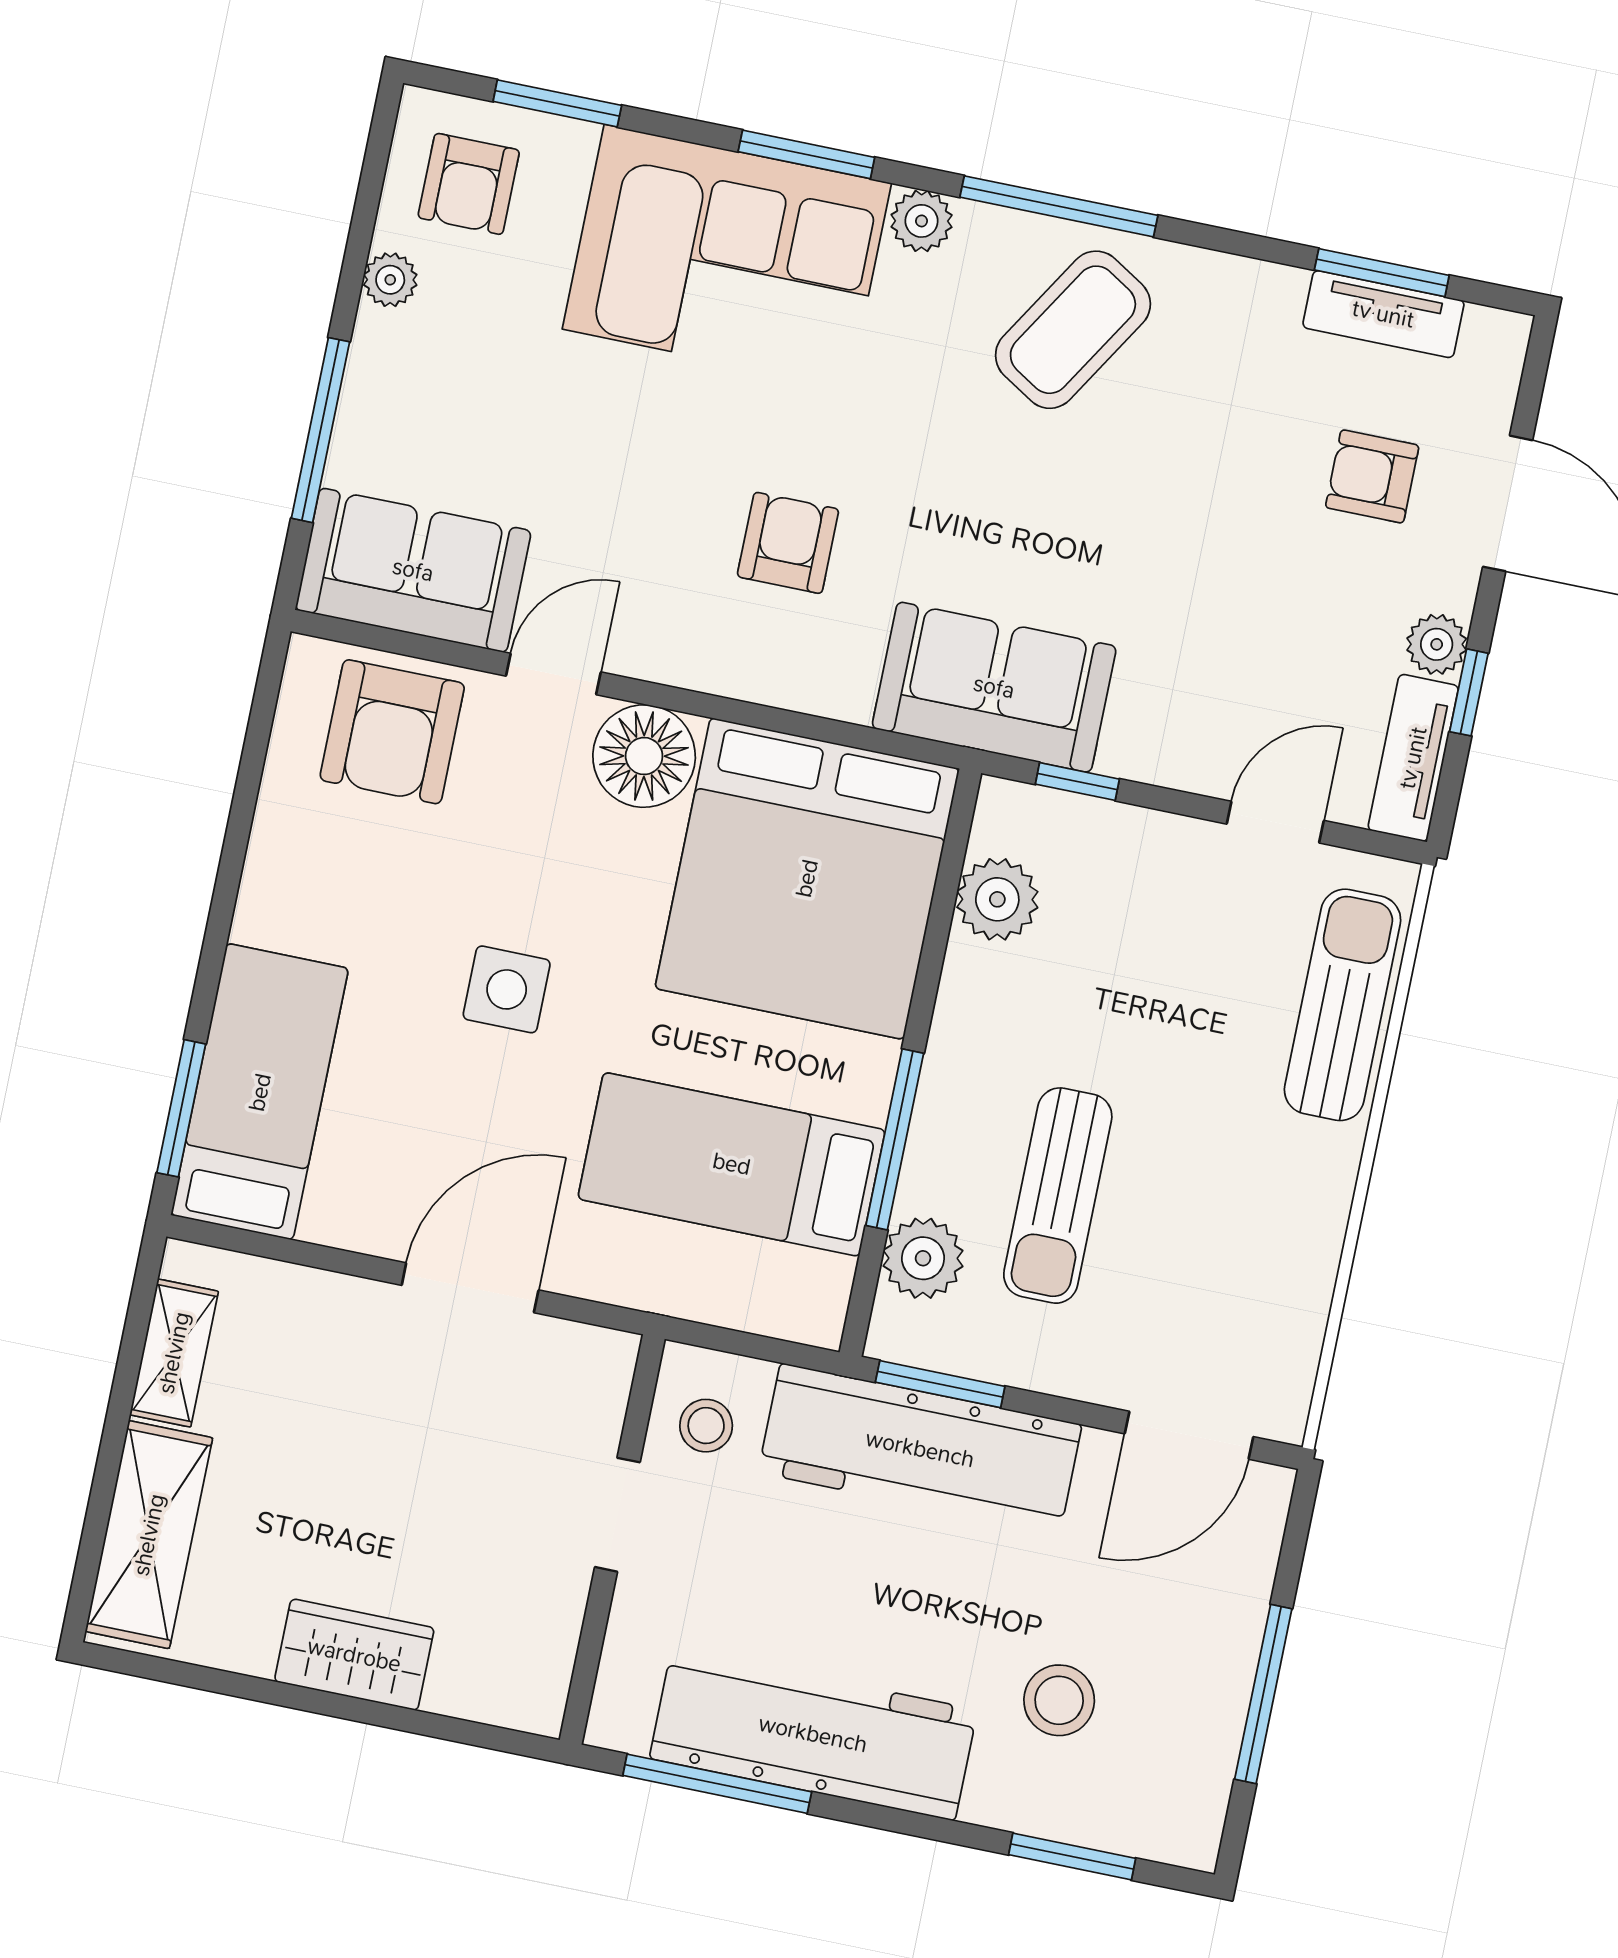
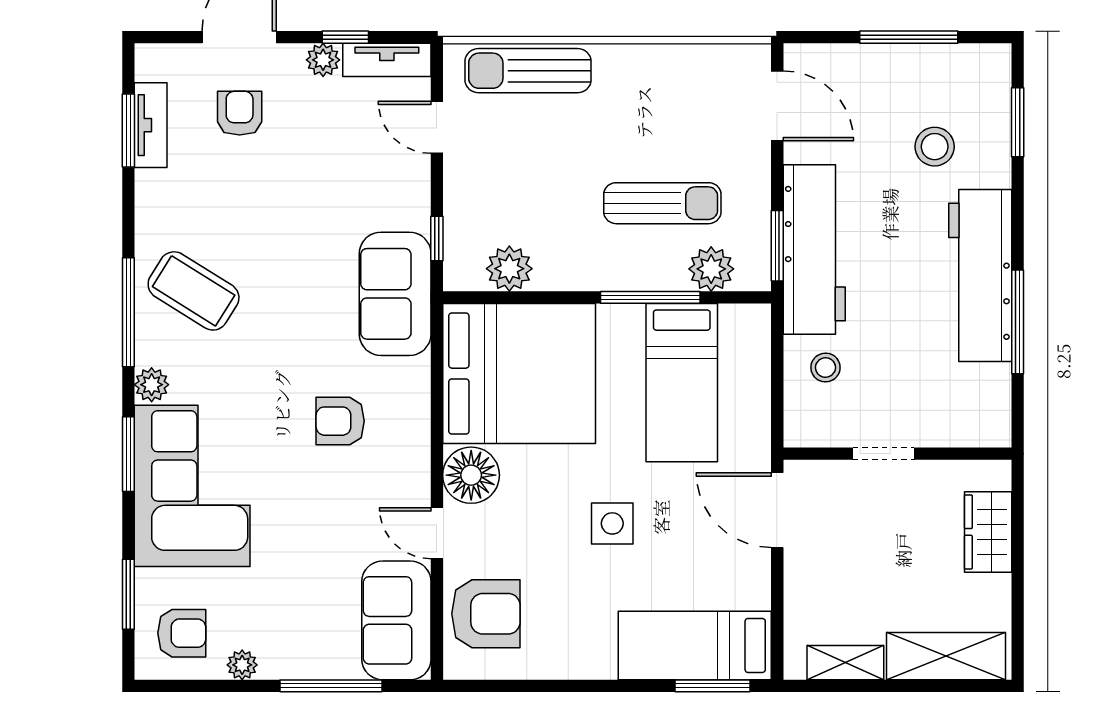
armchair: (1372, 476) -> (240, 113), turned 180
doorway: (617, 1515) -> (883, 454), moved
wall: (612, 1539) -> (897, 454), moved

